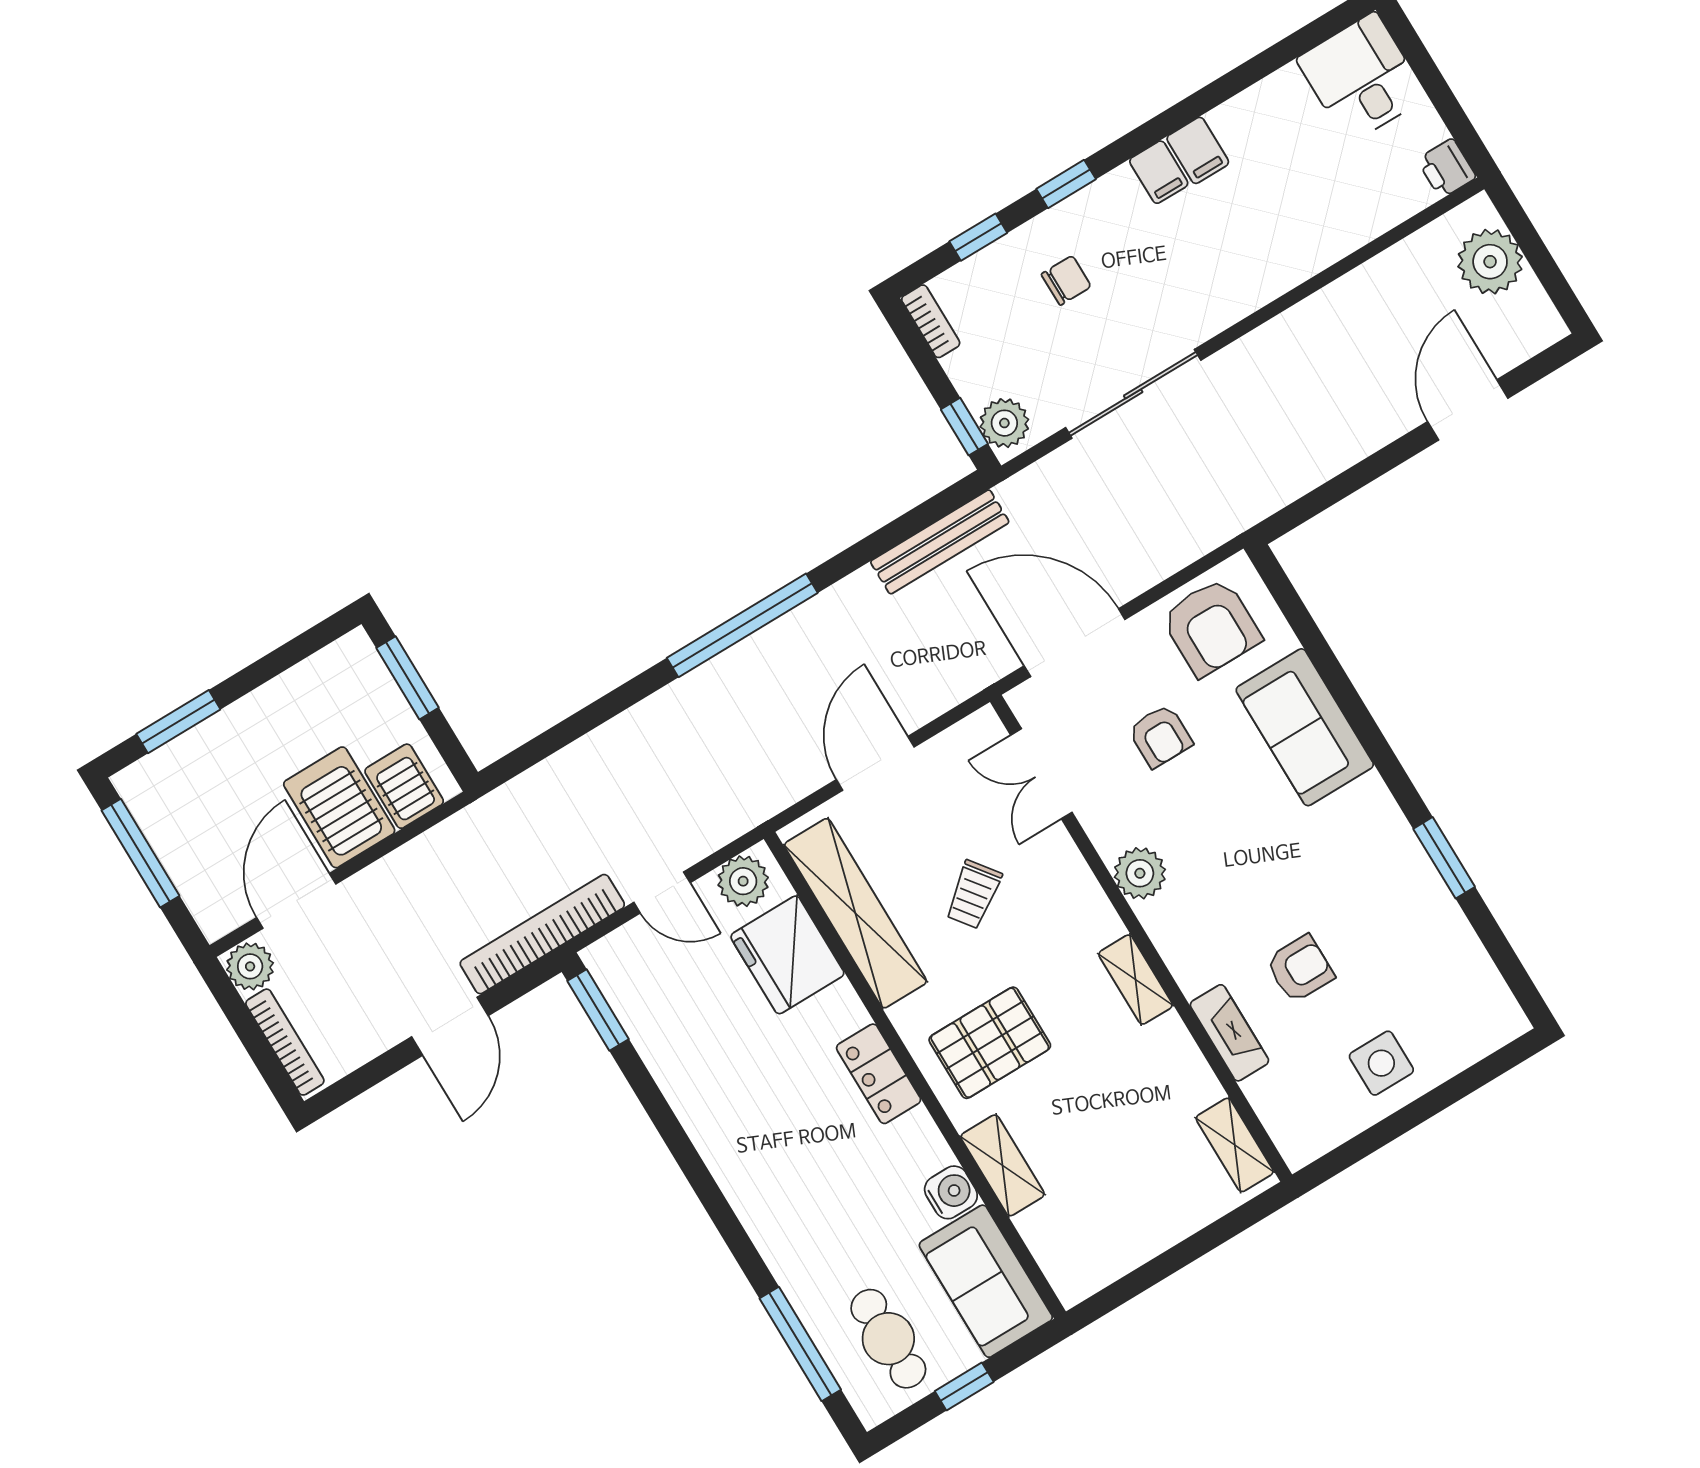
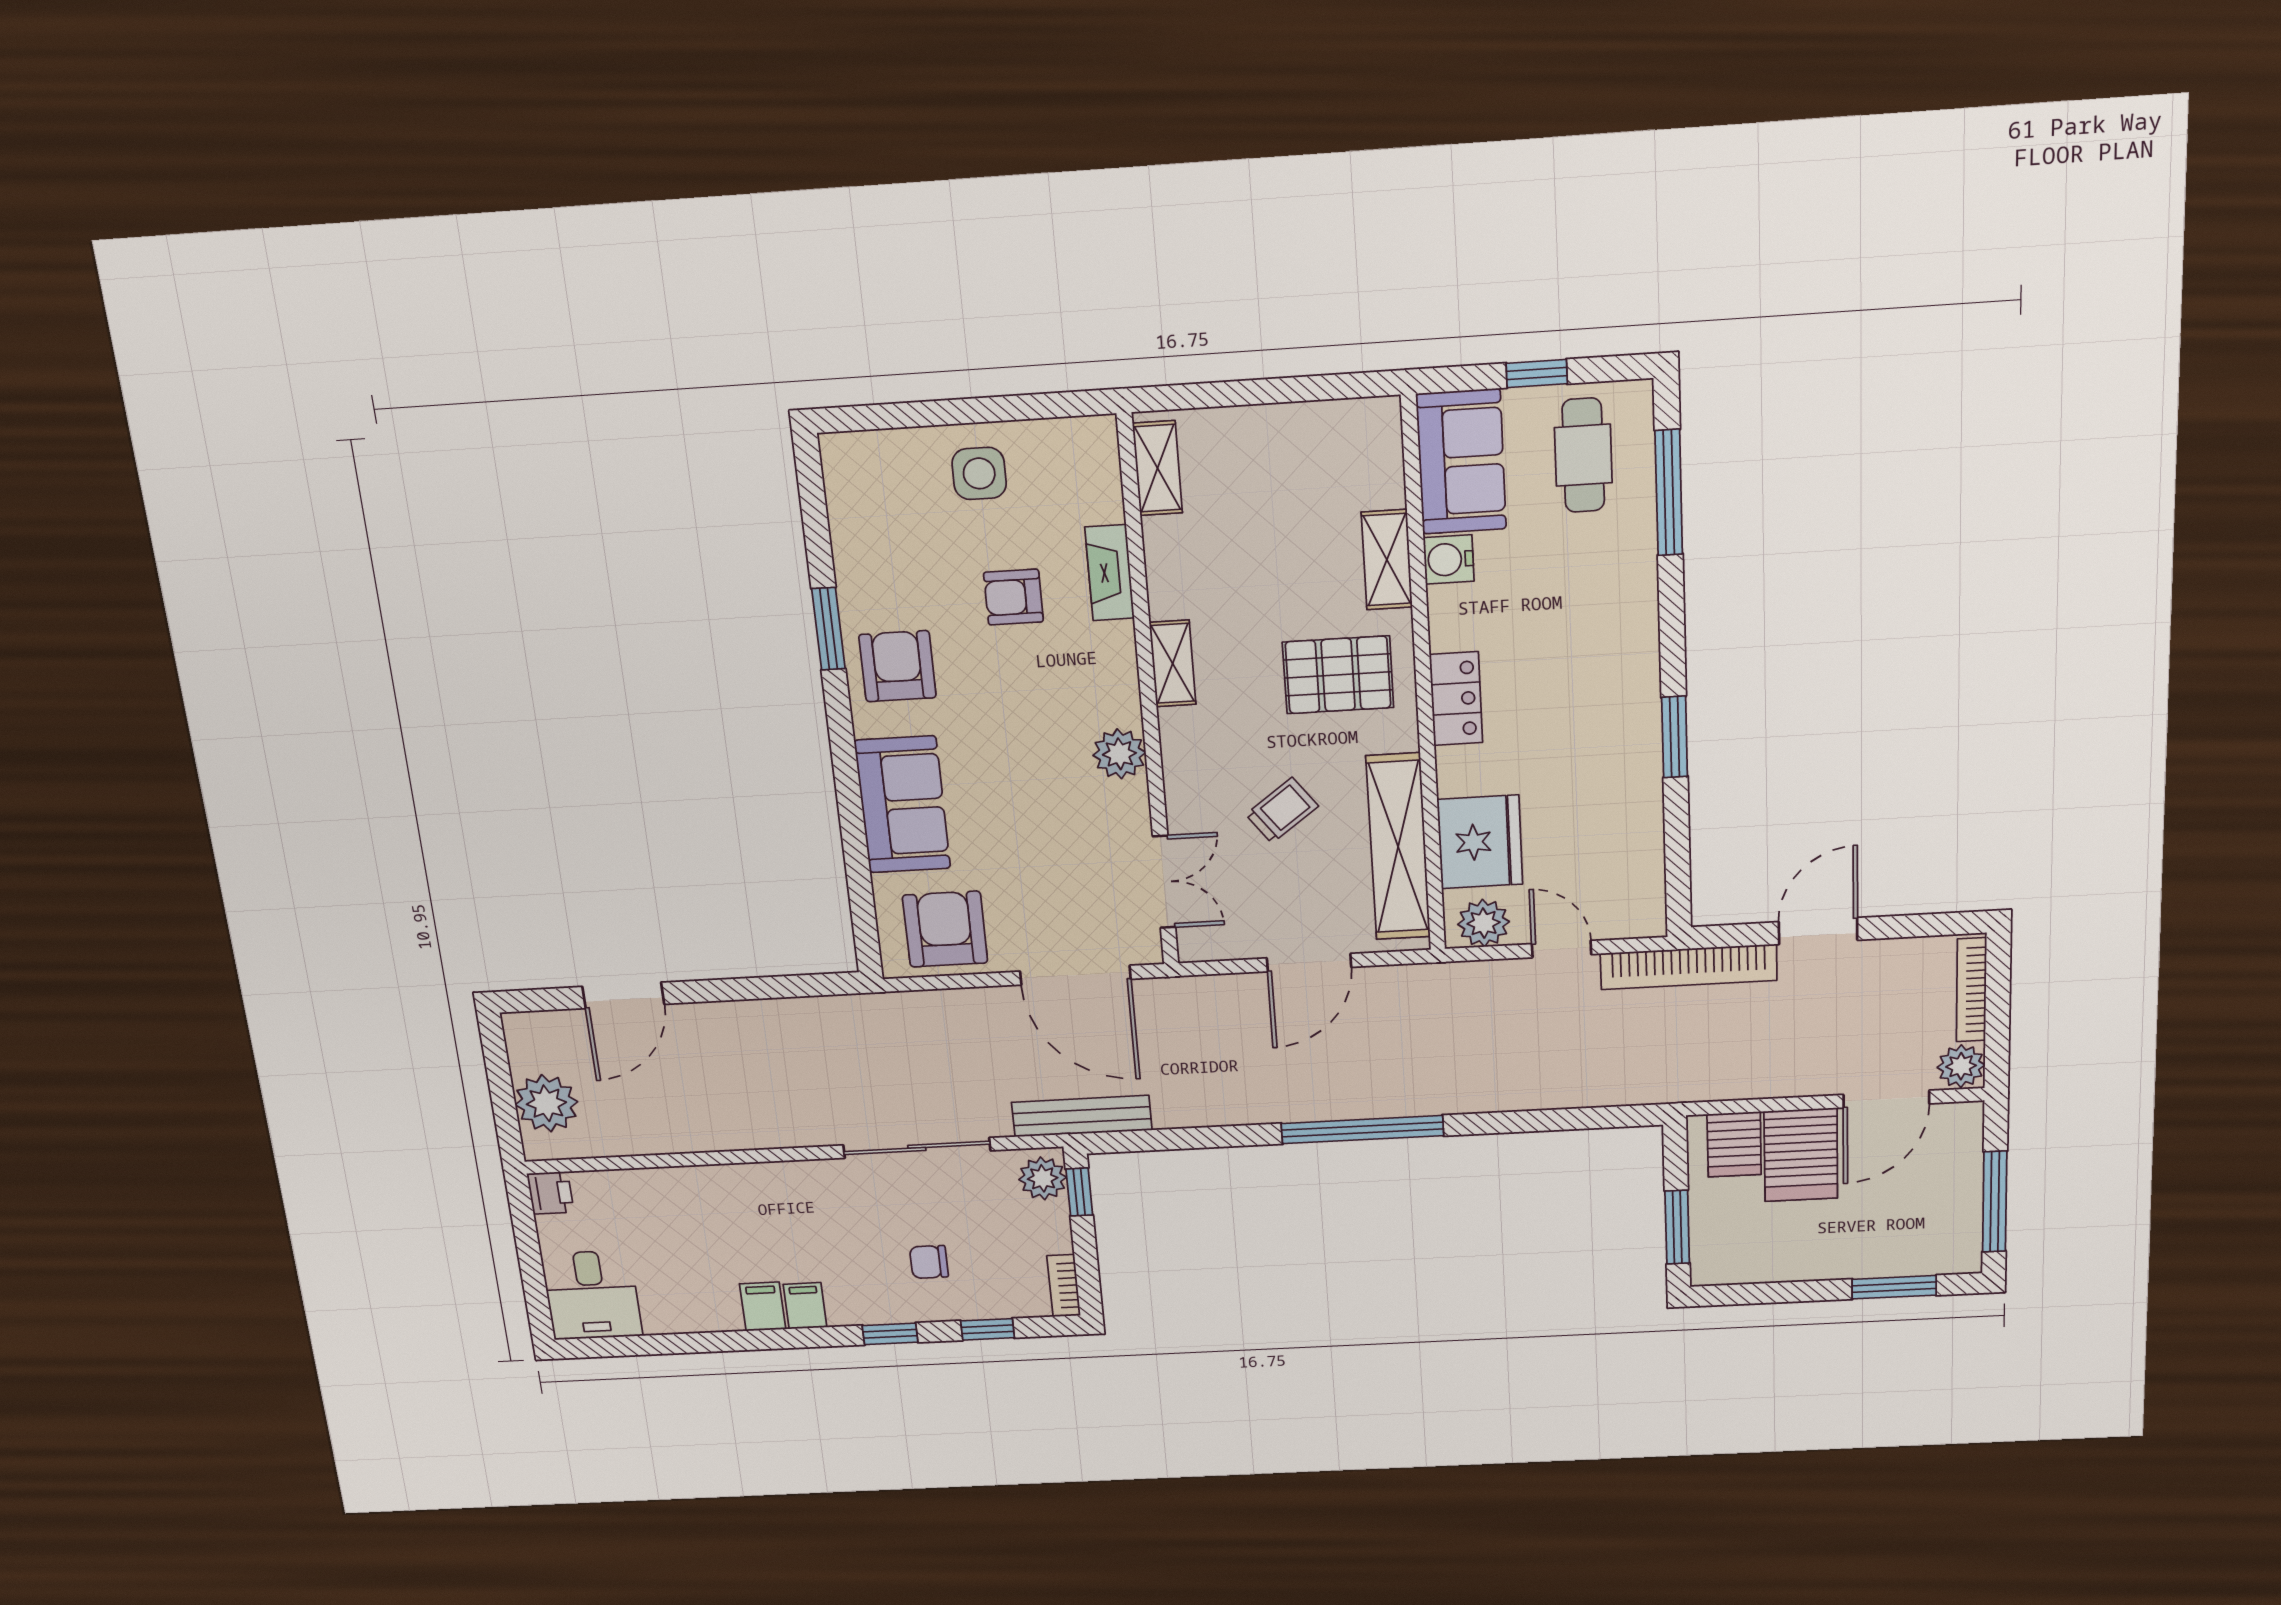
bench: (940, 542) -> (1082, 1116), moved
armchair: (1160, 736) -> (897, 666), moved, width x1.38, depth x1.38
window: (598, 1010) -> (1675, 737), moved

